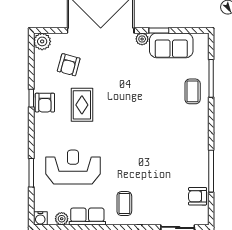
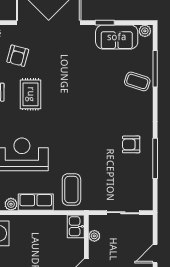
plant: (142, 39) -> (145, 31), moved
coffee table: (193, 91) -> (137, 81), turned -72
armchair: (198, 196) -> (131, 144), moved
coffee table: (124, 204) -> (71, 190), width x1.36, depth x1.30

